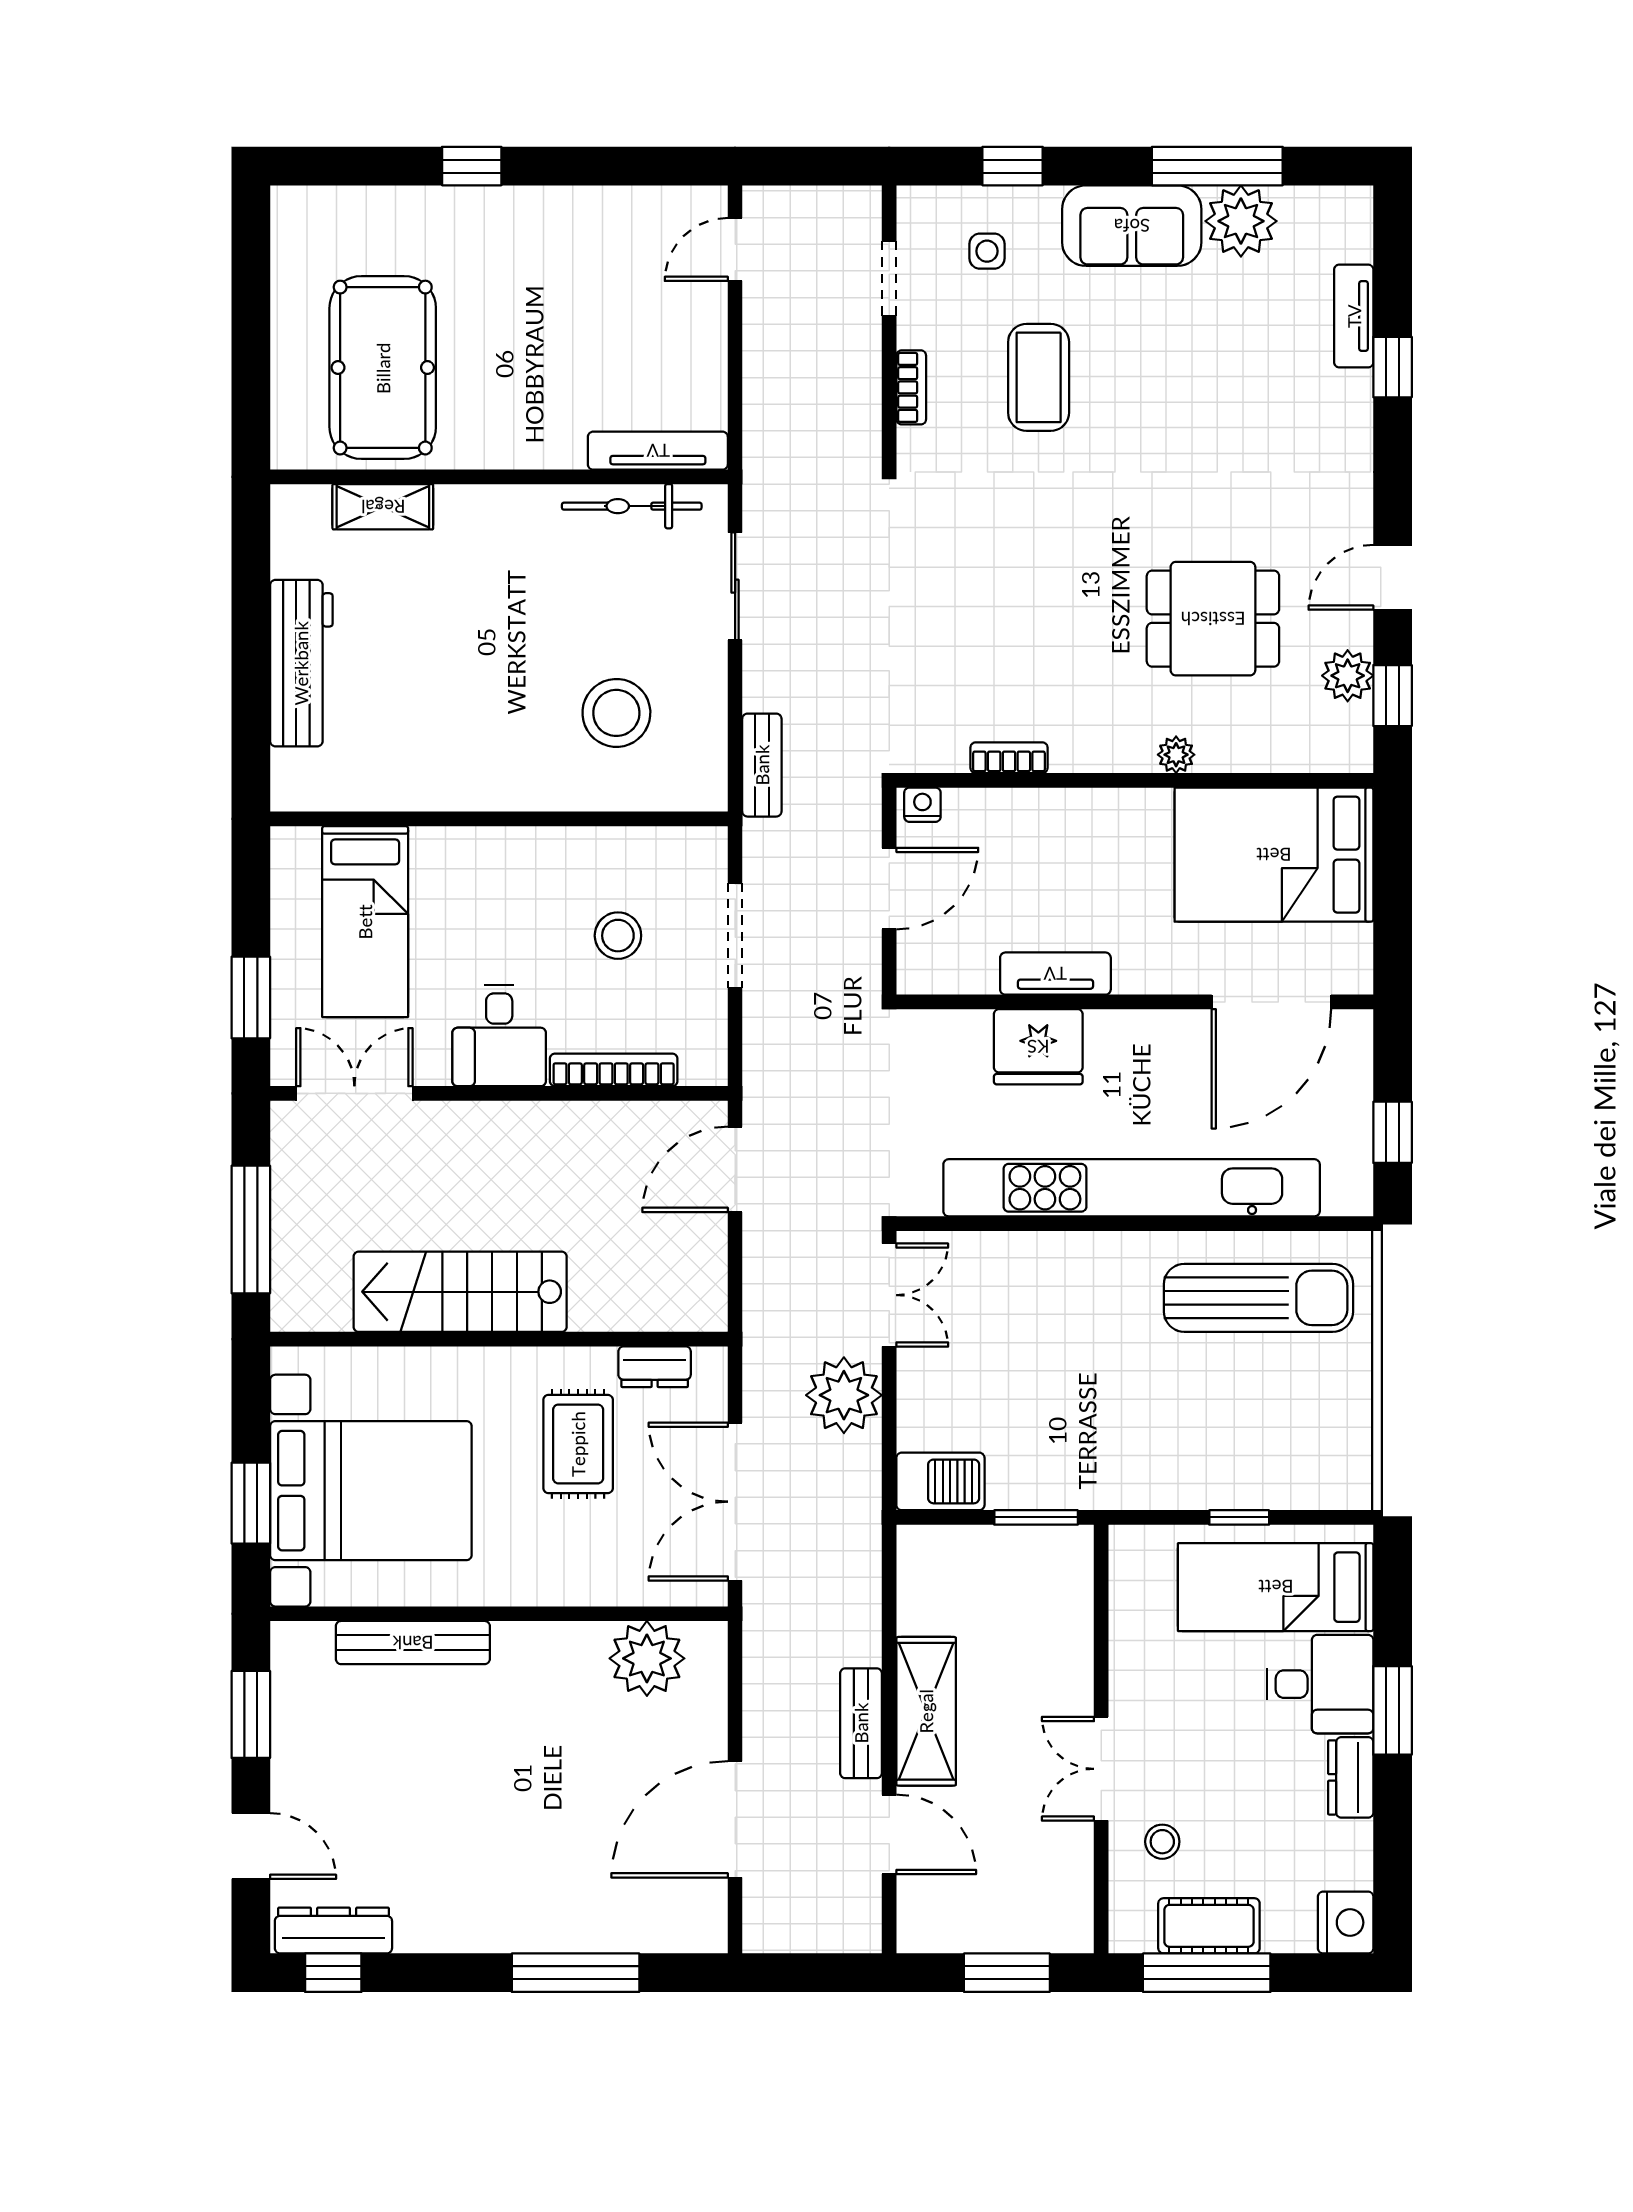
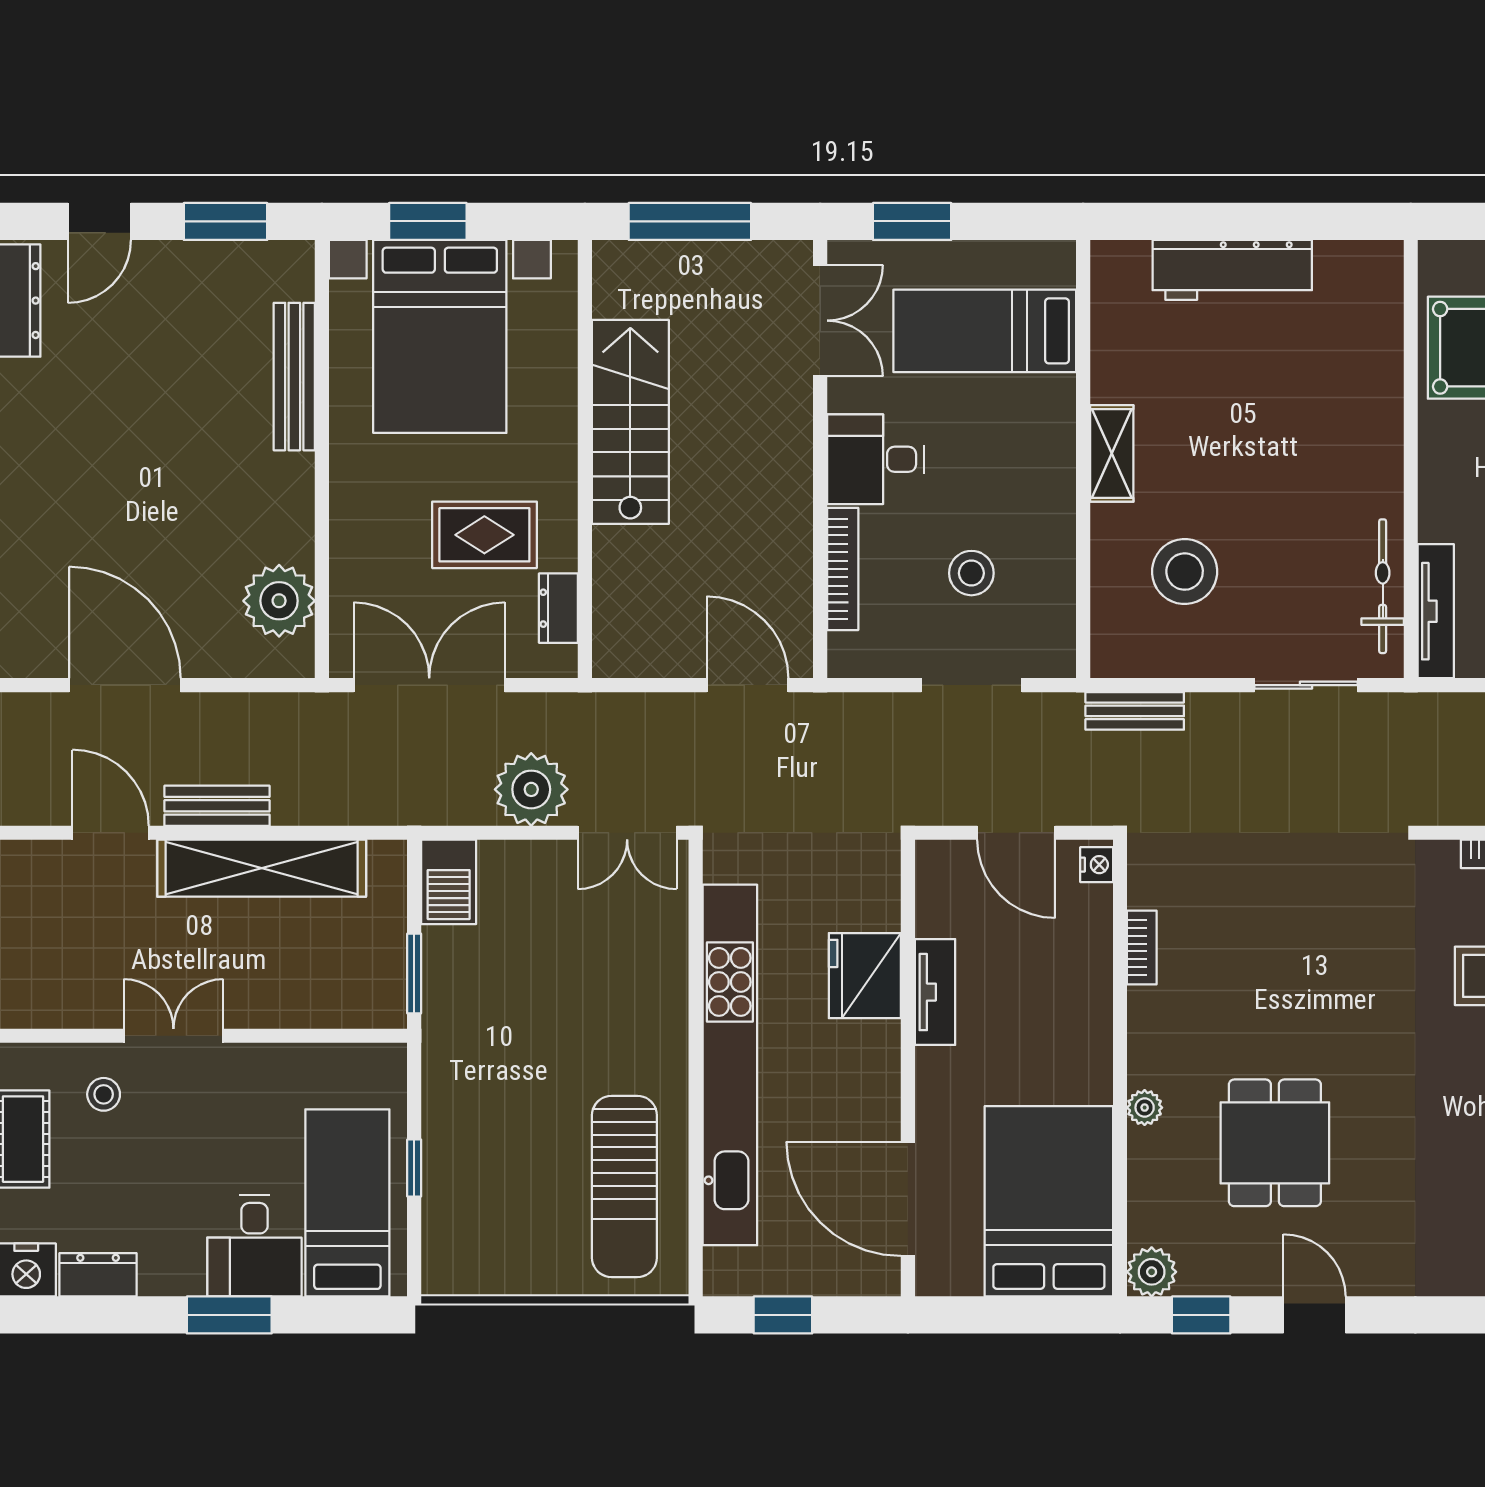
shelving: (383, 507) -> (1112, 453), moved
plant: (1348, 676) -> (1152, 1272), moved
shelving: (926, 1711) -> (262, 868), width x1.47
dresser: (1351, 1777) -> (98, 1275), moved
door: (889, 1834) -> (111, 833), swing flipped

